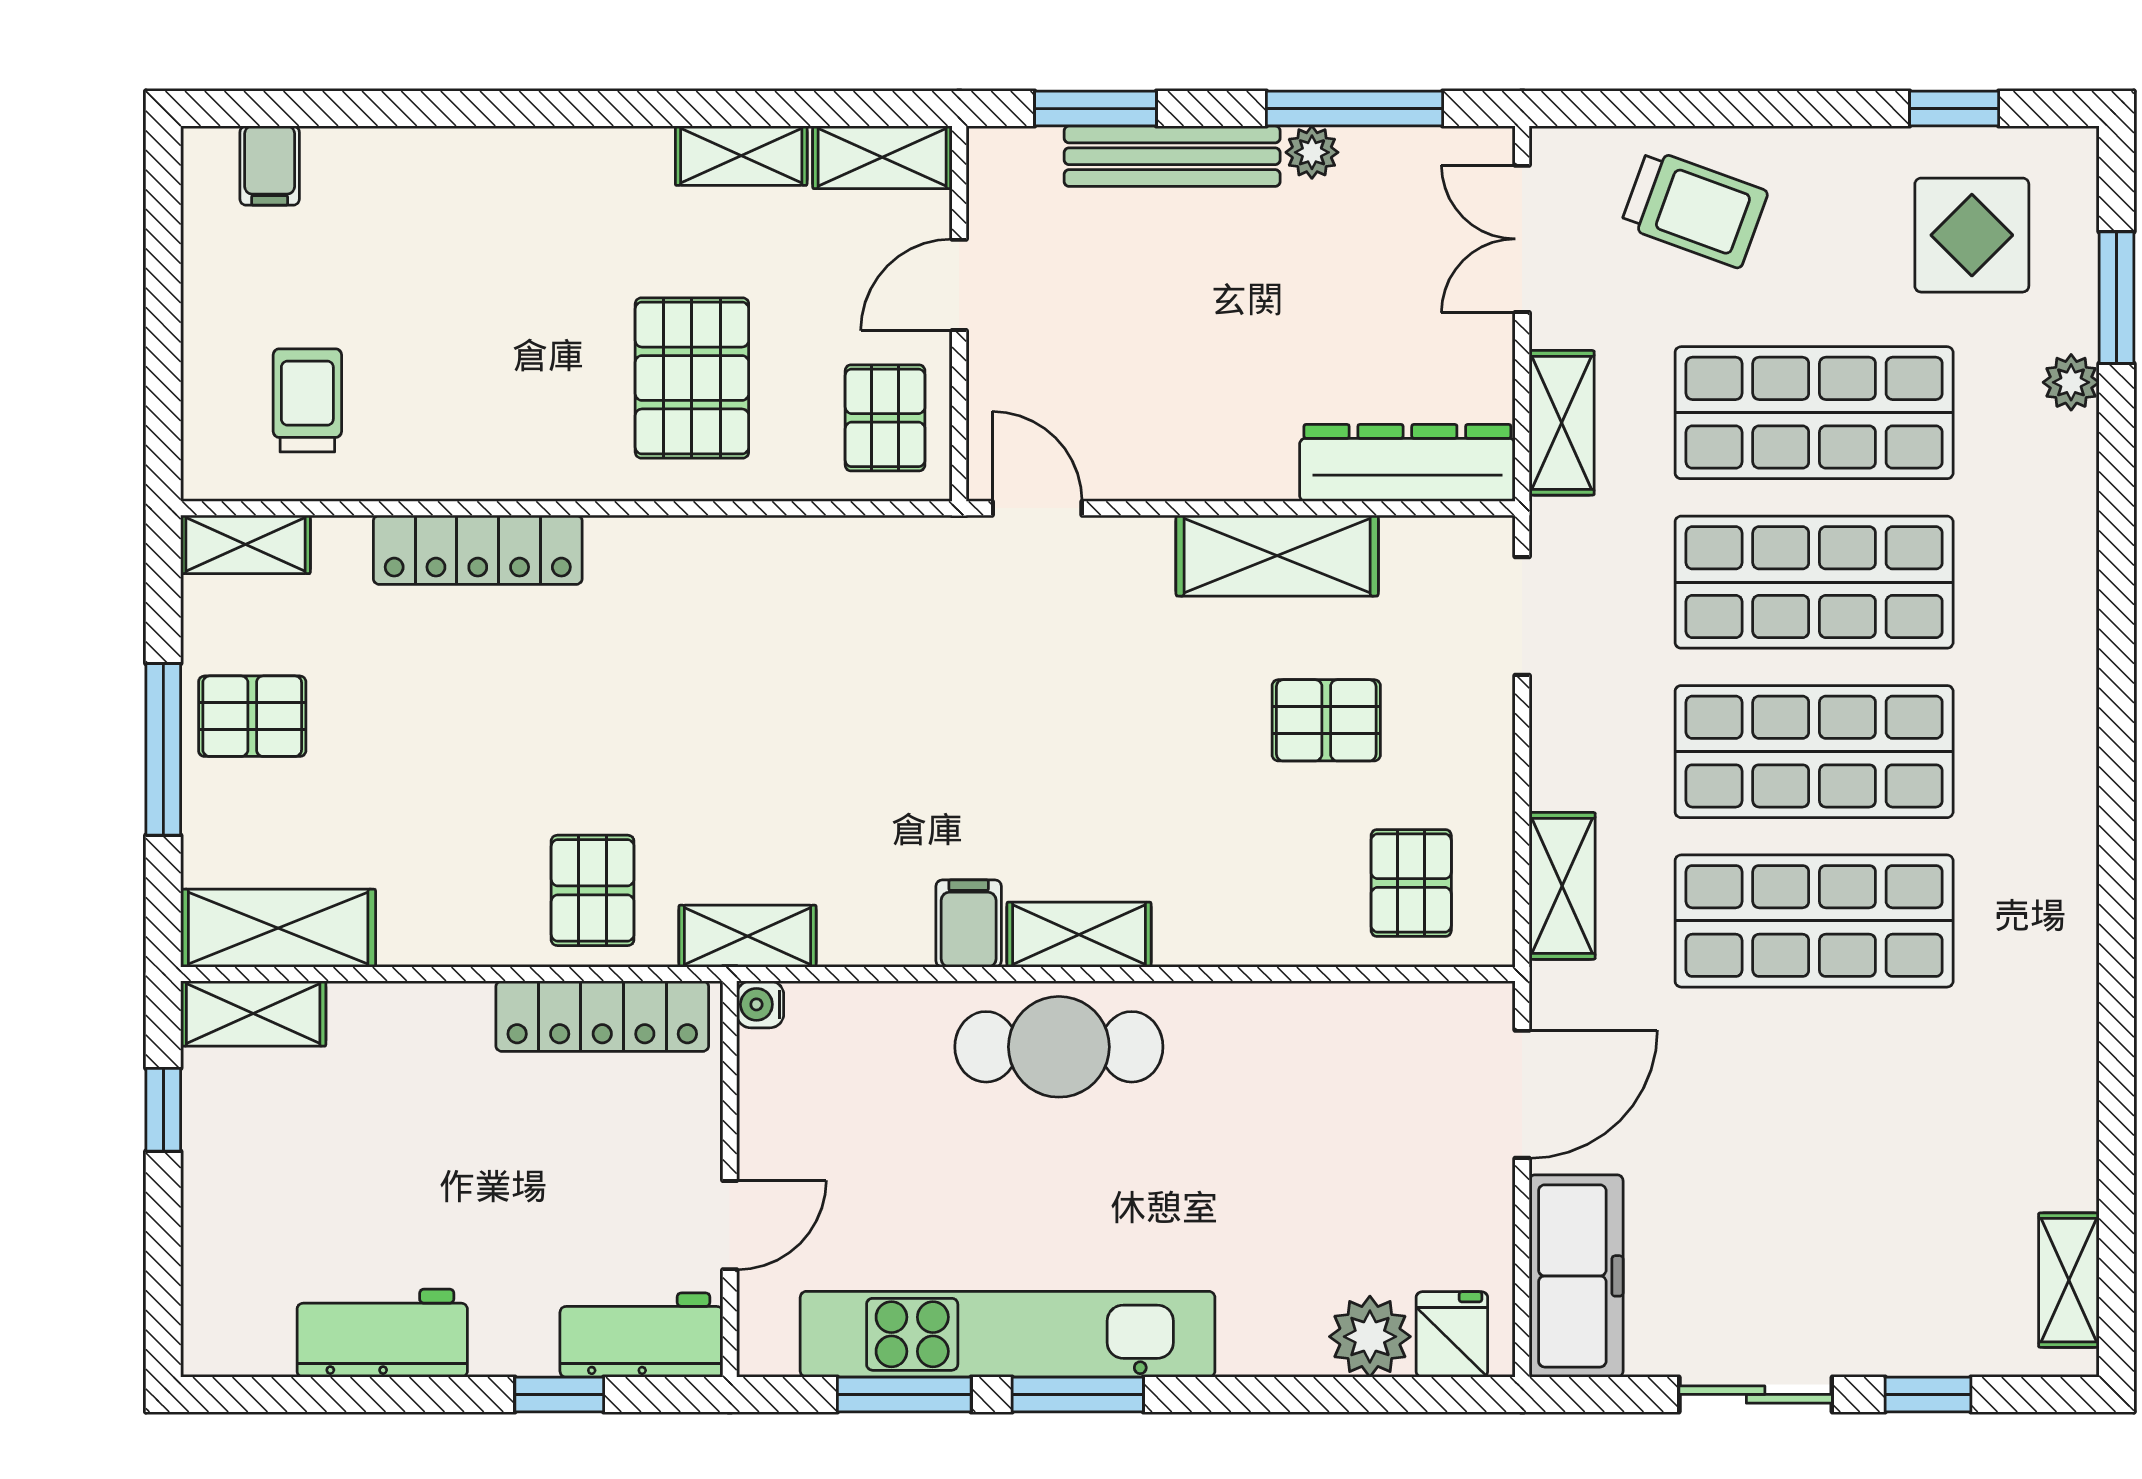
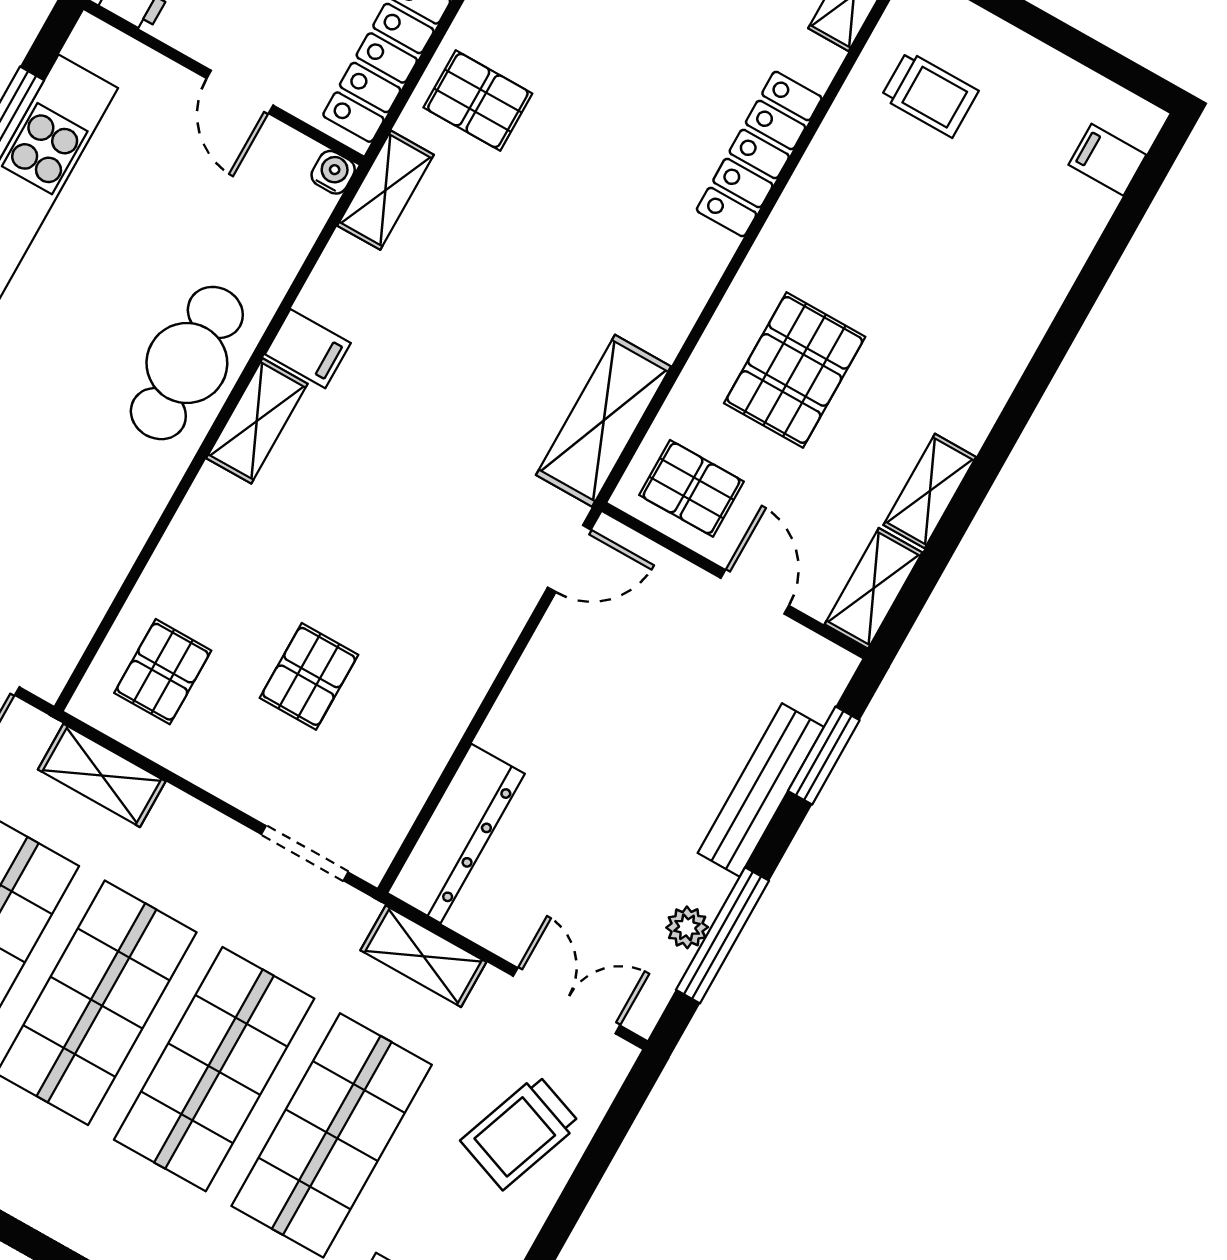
plant: (1312, 152) -> (687, 927), moved
pallet: (692, 378) -> (795, 370), turned 90
shelving: (1277, 556) -> (604, 421), moved
pallet: (1411, 883) -> (163, 672), turned 90
door: (730, 1225) -> (240, 92), moved

